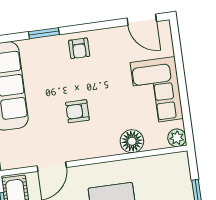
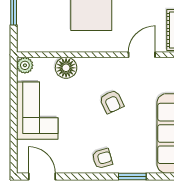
armchair: (79, 48) -> (102, 158), turned 74
armchair: (77, 111) -> (112, 102), turned 65

